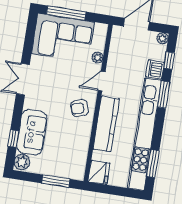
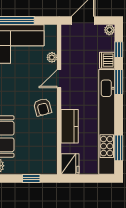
armchair: (80, 108) -> (43, 107), turned -86
kitchen counter: (106, 124) -> (70, 126), width x0.67
window: (56, 181) -> (31, 179), width x0.67

